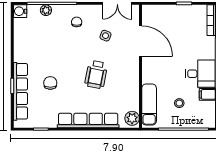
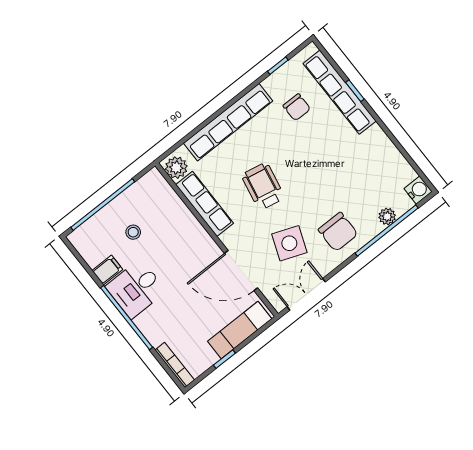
chair: (77, 22) -> (338, 232), width x1.87, depth x1.87
side table: (106, 36) -> (289, 243), width x1.87, depth x1.87
chair: (50, 83) -> (297, 107), moved
row of seats: (132, 89) -> (205, 204), added
exam couch: (149, 105) -> (240, 330), moved, turned 90

